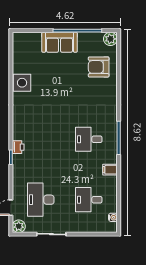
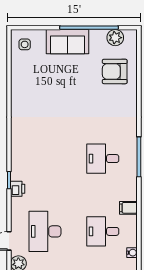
plant: (110, 39) -> (115, 38), moved
side table: (22, 83) -> (25, 44), moved, width x0.54, depth x0.54
printer: (18, 147) -> (18, 189), moved
filing cabinet: (110, 170) -> (128, 208), moved

